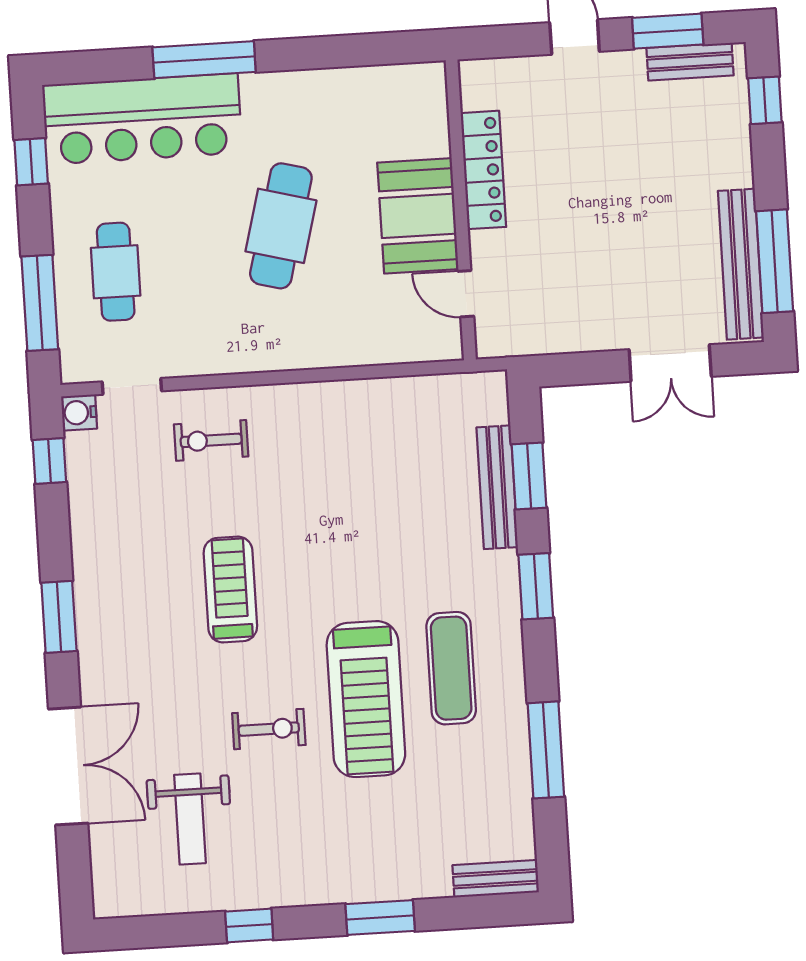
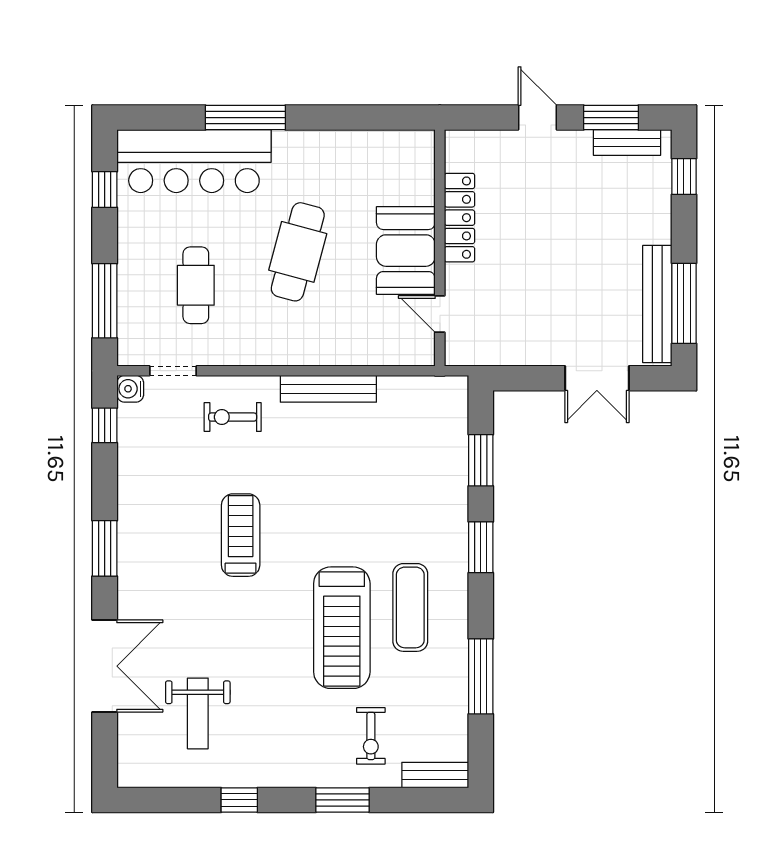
cafe table: (116, 272) -> (196, 285), moved
bench: (497, 487) -> (328, 389), moved, turned 90
exercise bike: (269, 729) -> (371, 736), moved, turned 90

